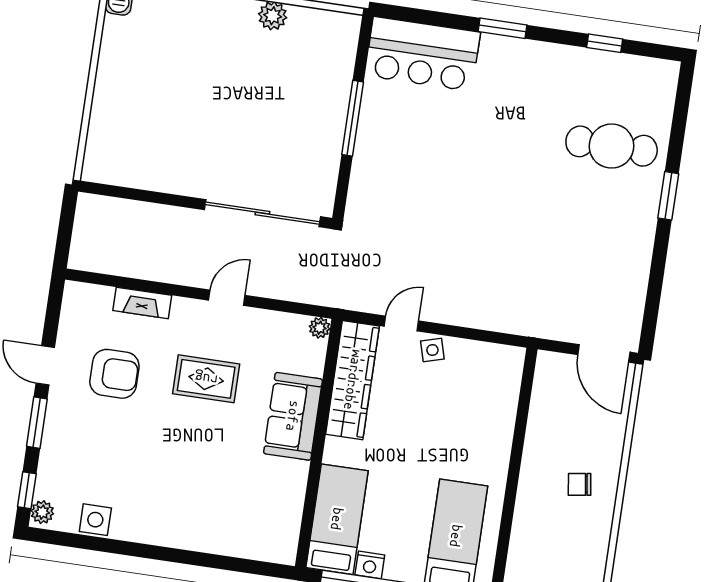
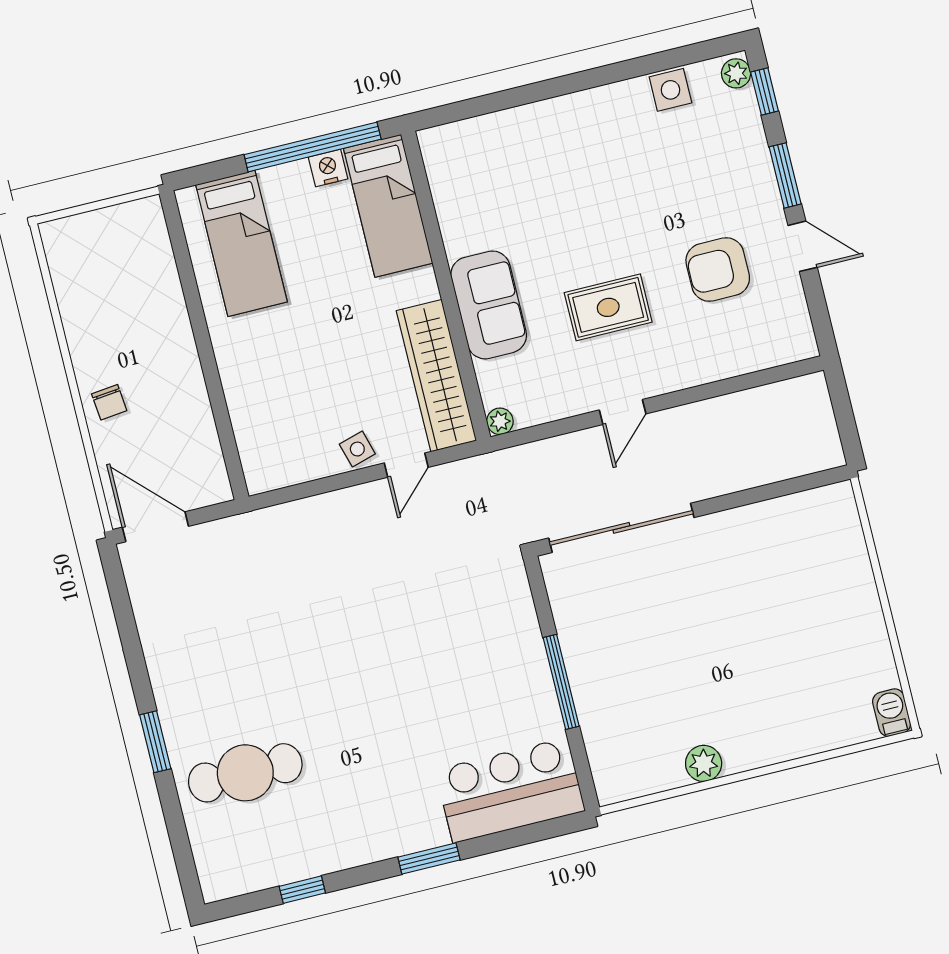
fireplace: (142, 303) -> (719, 366), removed
chair: (580, 484) -> (109, 402), moved, turned 92

